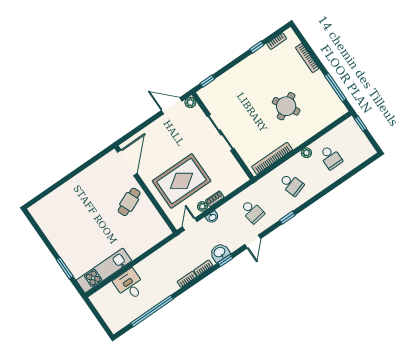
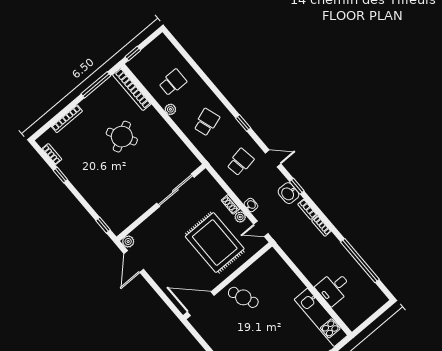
sliding door: (221, 132) -> (175, 190), moved
bookcase: (272, 158) -> (132, 89), moved

